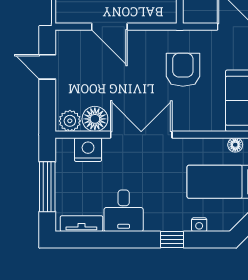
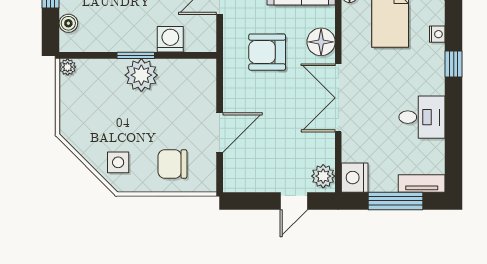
door: (47, 67) -> (294, 201), moved
floor lamp: (95, 119) -> (321, 42), moved
nightstand: (88, 150) -> (355, 178), moved
tv unit: (81, 224) -> (422, 183), moved, turned 90

